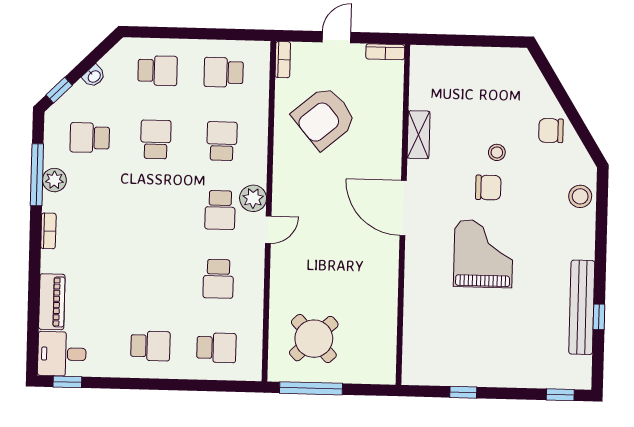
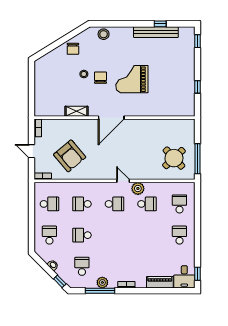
school desk: (224, 72) -> (49, 204), turned -90
school desk: (90, 138) -> (82, 266), turned 180
plant: (253, 198) -> (138, 188), moved

